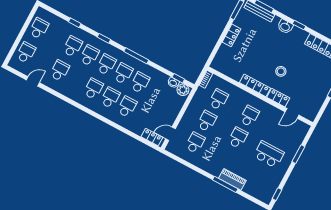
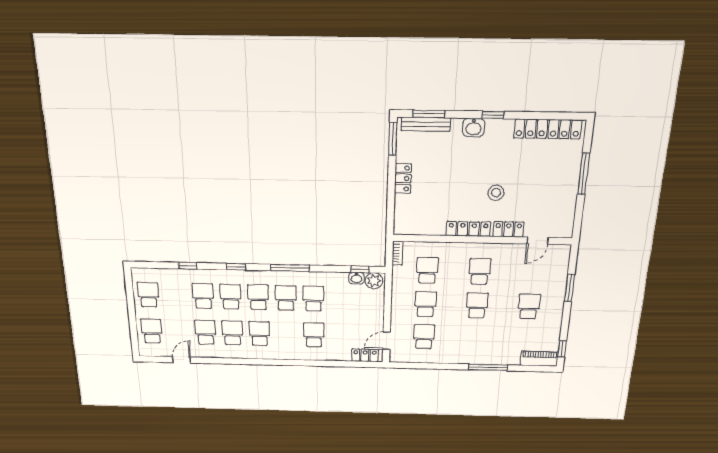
school desk: (110, 98) -> (232, 333), moved
school desk: (269, 154) -> (529, 307), width x0.54
piano: (232, 179) -> (539, 359), moved

